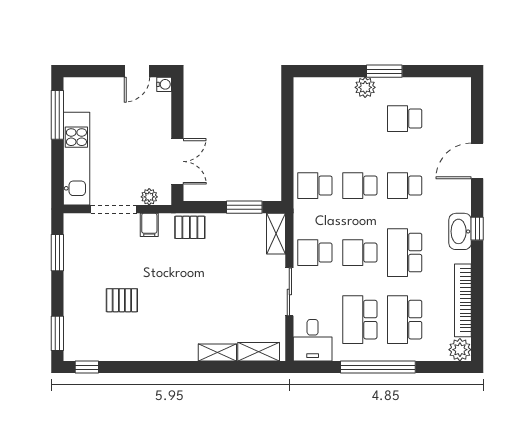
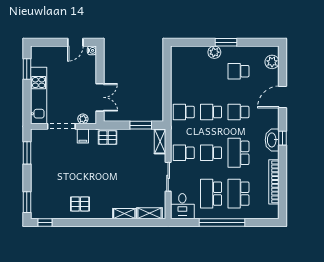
window: (57, 115) -> (27, 69), width x0.69
pallet: (122, 300) -> (80, 204), moved
plant: (460, 350) -> (272, 62), moved

